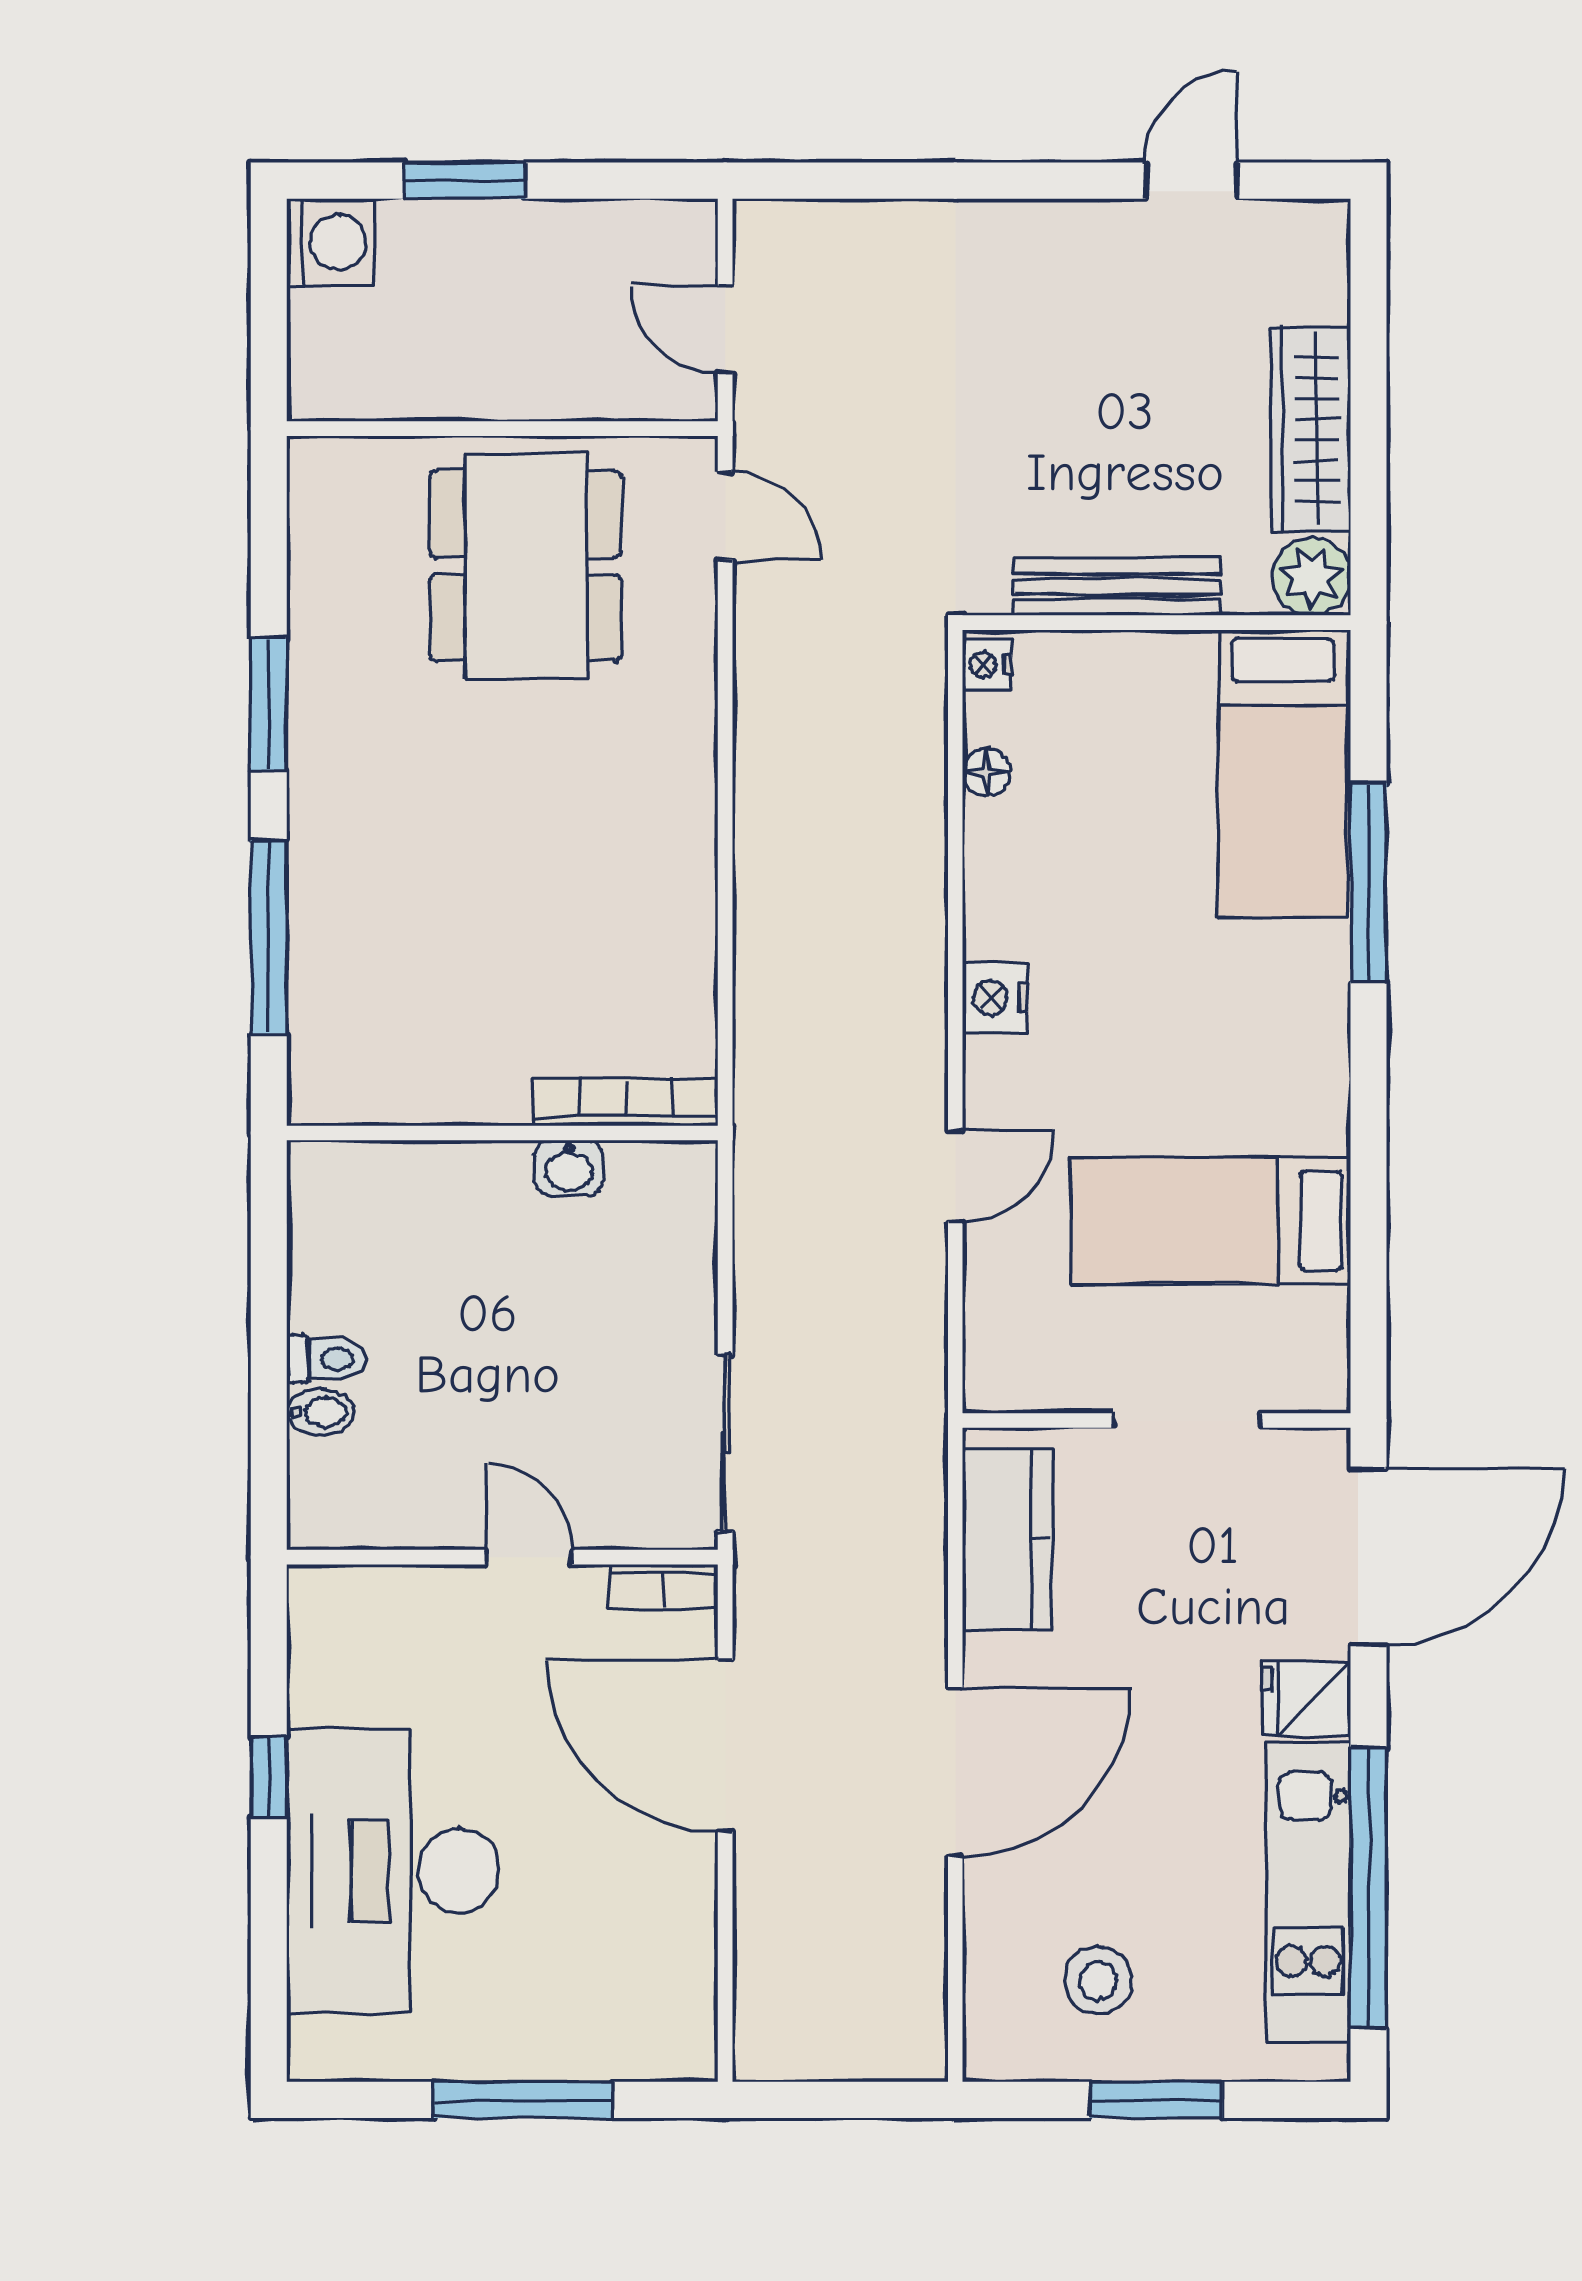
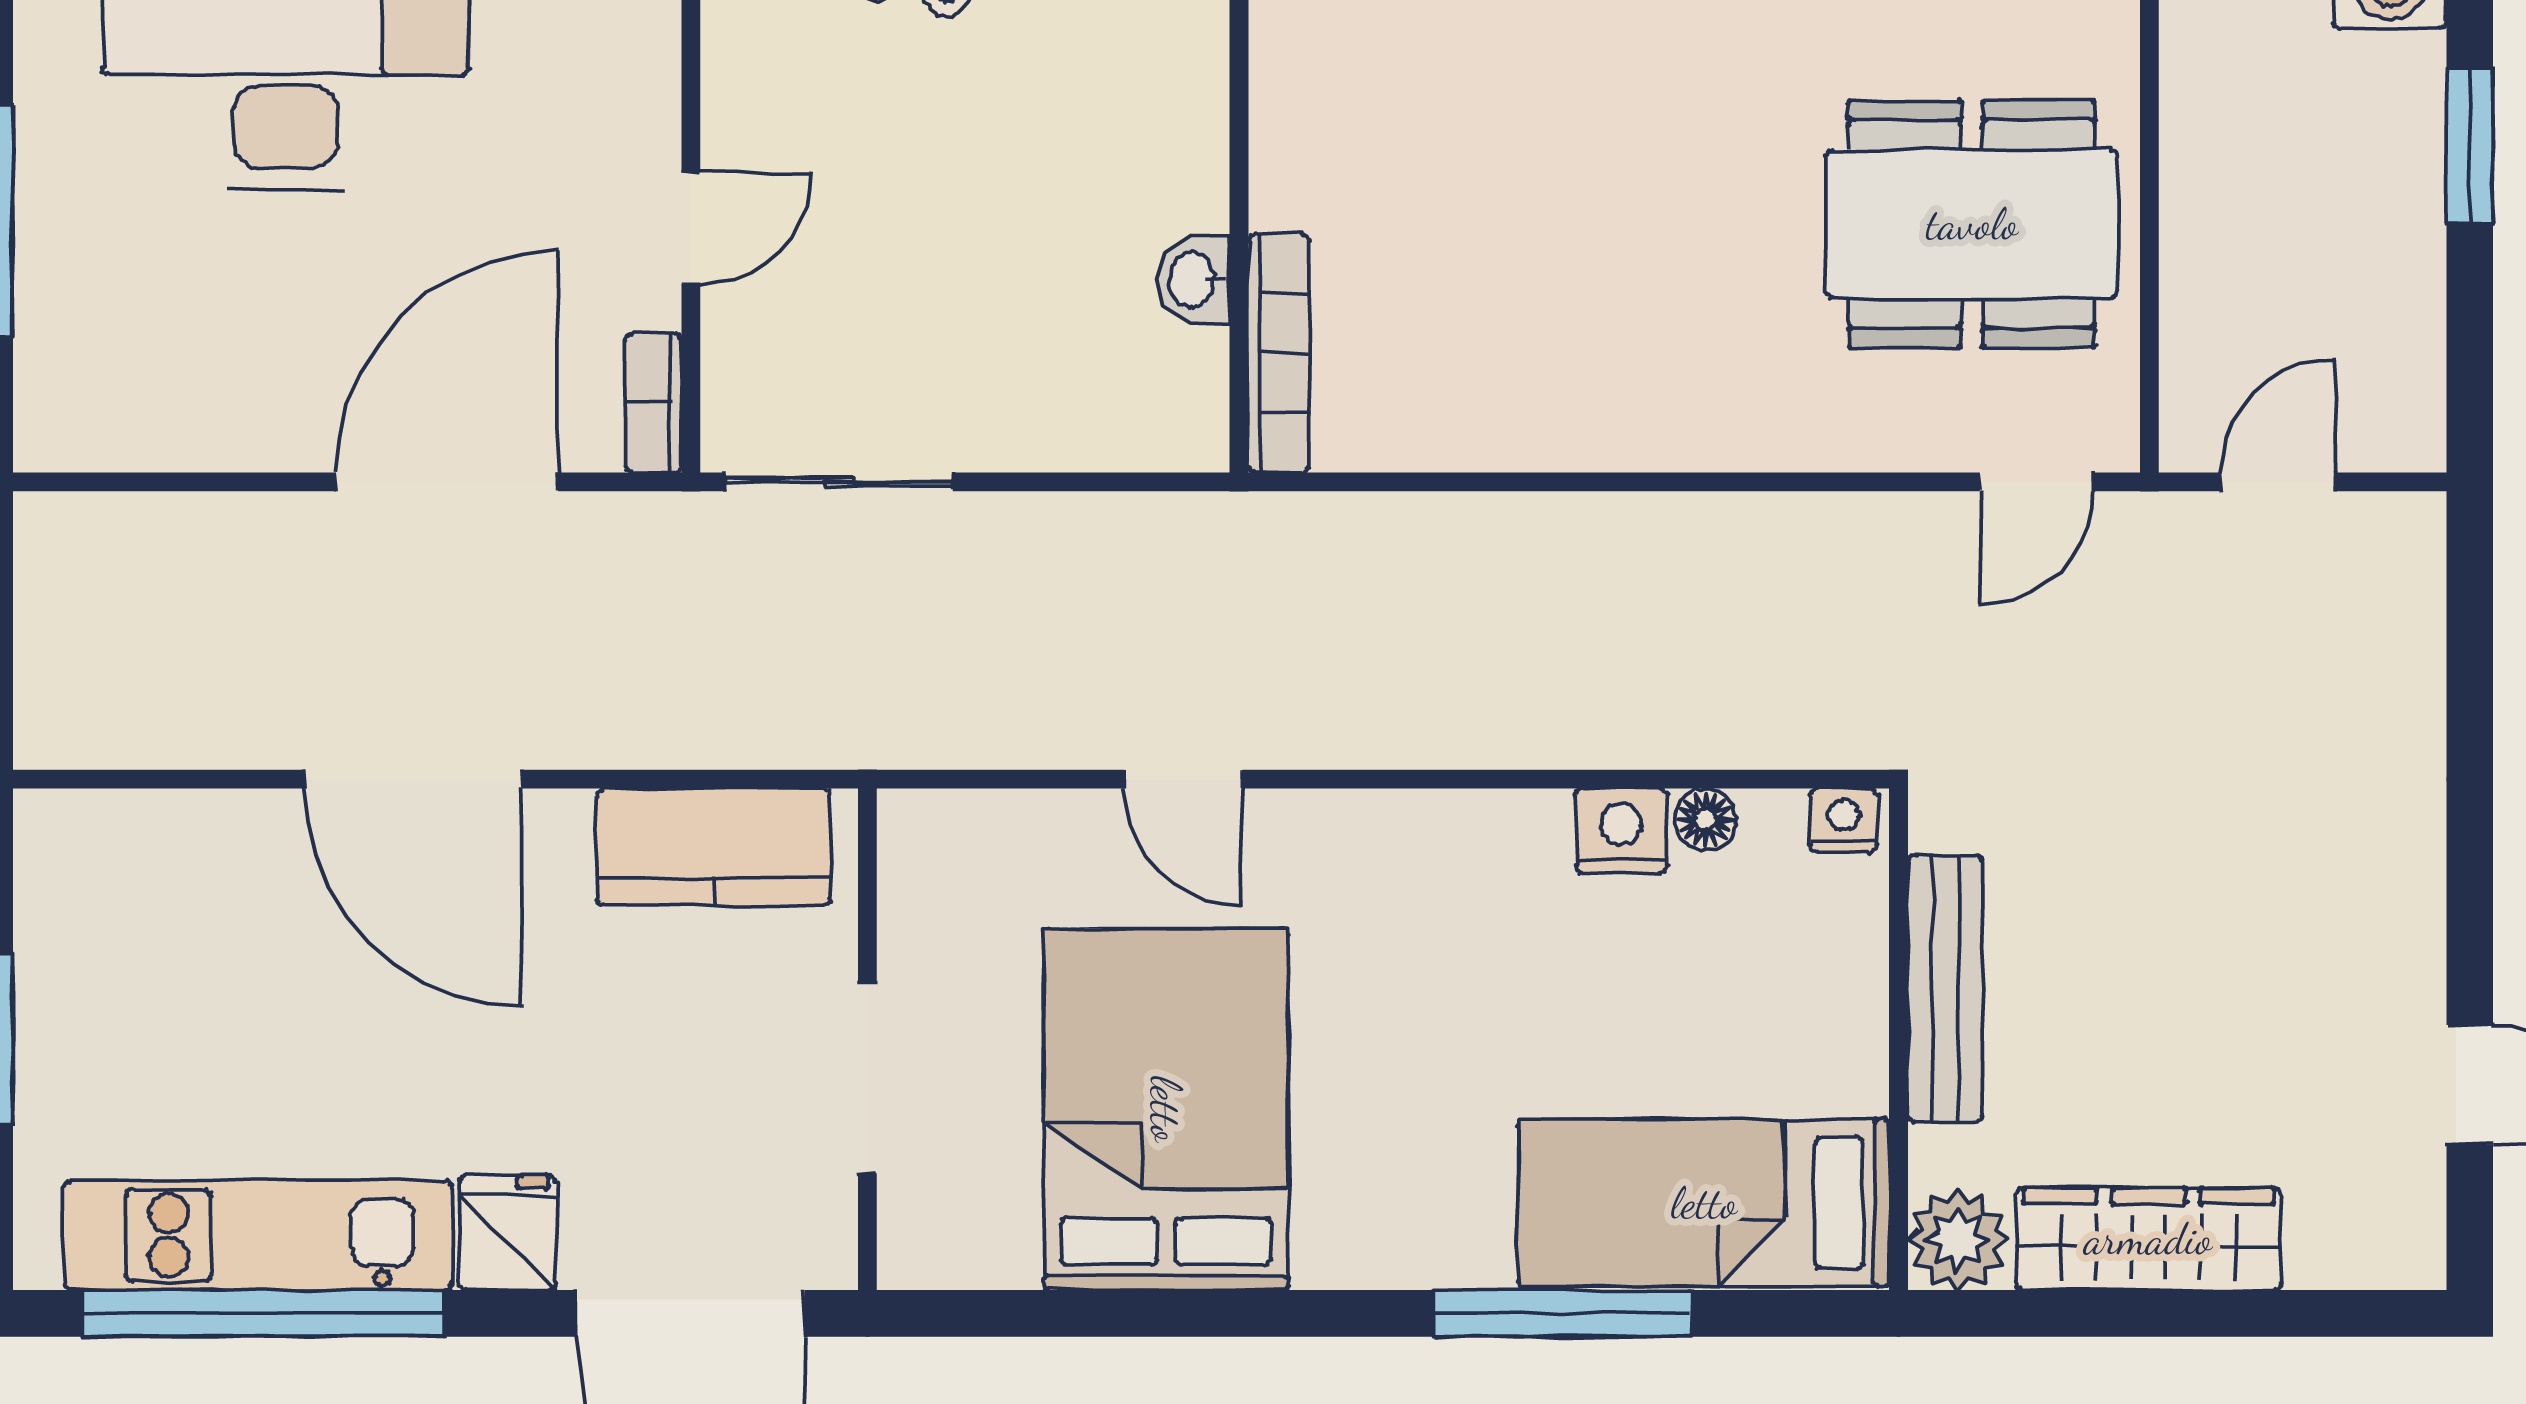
nightstand: (995, 998) -> (1621, 831), moved
bed: (1211, 1221) -> (1166, 1109), width x1.50
stool: (1098, 1981) -> (144, 964), removed

